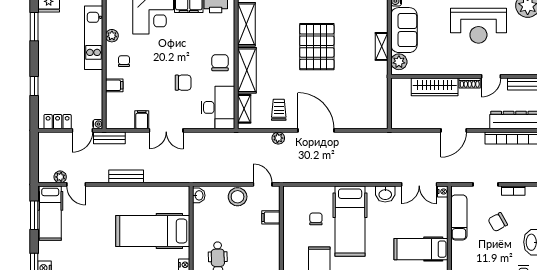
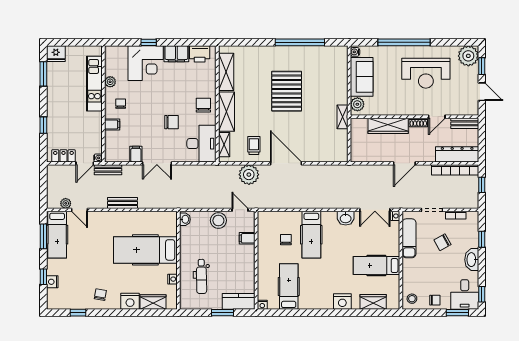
shelving: (382, 46) -> (342, 117), moved
plant: (278, 138) -> (249, 175), width x1.88, depth x1.88
hospital bed: (350, 221) -> (311, 235), width x0.73, depth x0.78

